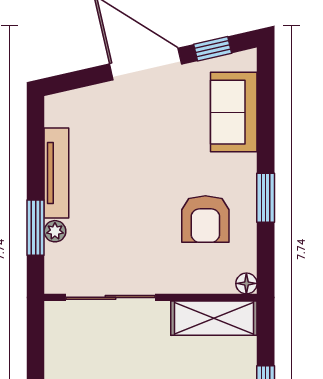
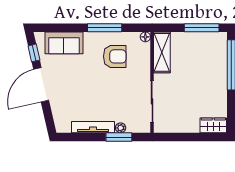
window: (266, 198) -> (105, 28), width x1.44

